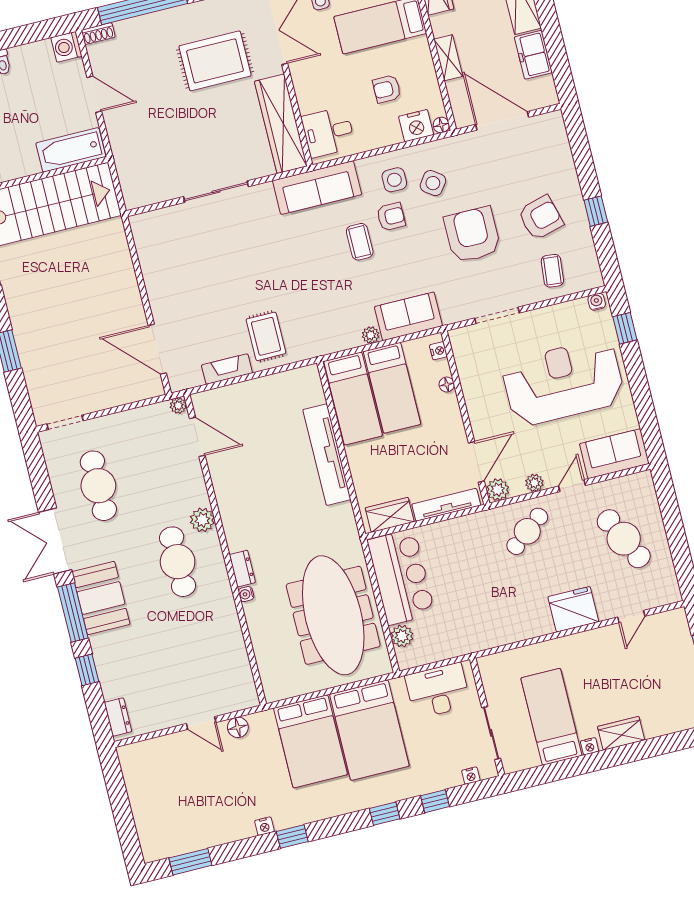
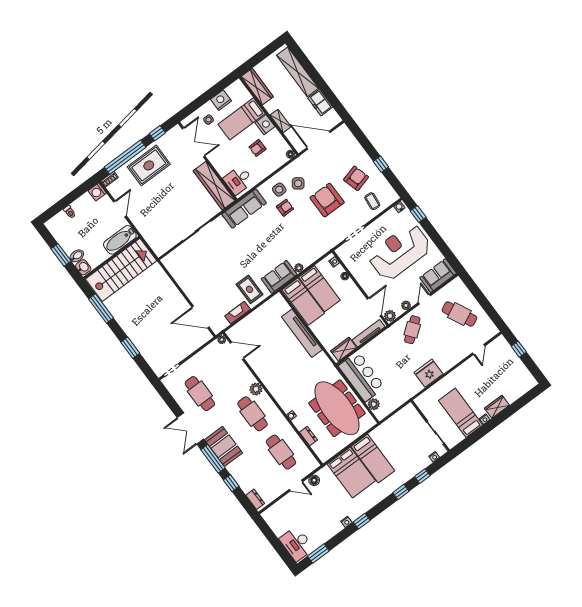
rug: (215, 61) -> (149, 165), moved
door: (94, 94) -> (120, 209), hinge flipped
nightstand: (416, 126) -> (265, 125), moved, turned -90
coffee table: (360, 242) -> (275, 226), removed
sofa: (408, 316) -> (279, 277), moved
dresser: (242, 569) -> (308, 436), moved
fridge: (573, 609) -> (429, 373), moved
cafe table: (200, 652) -> (281, 452), added
desk: (438, 691) -> (297, 544), moved, turned -90
bed: (369, 730) -> (373, 459), width x0.67

